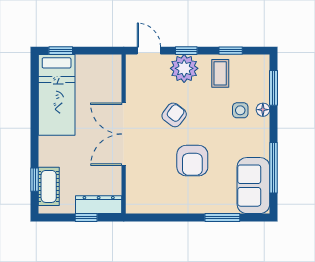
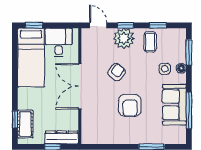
desk: (95, 74) -> (59, 42), added
sofa: (253, 186) -> (174, 105), moved

